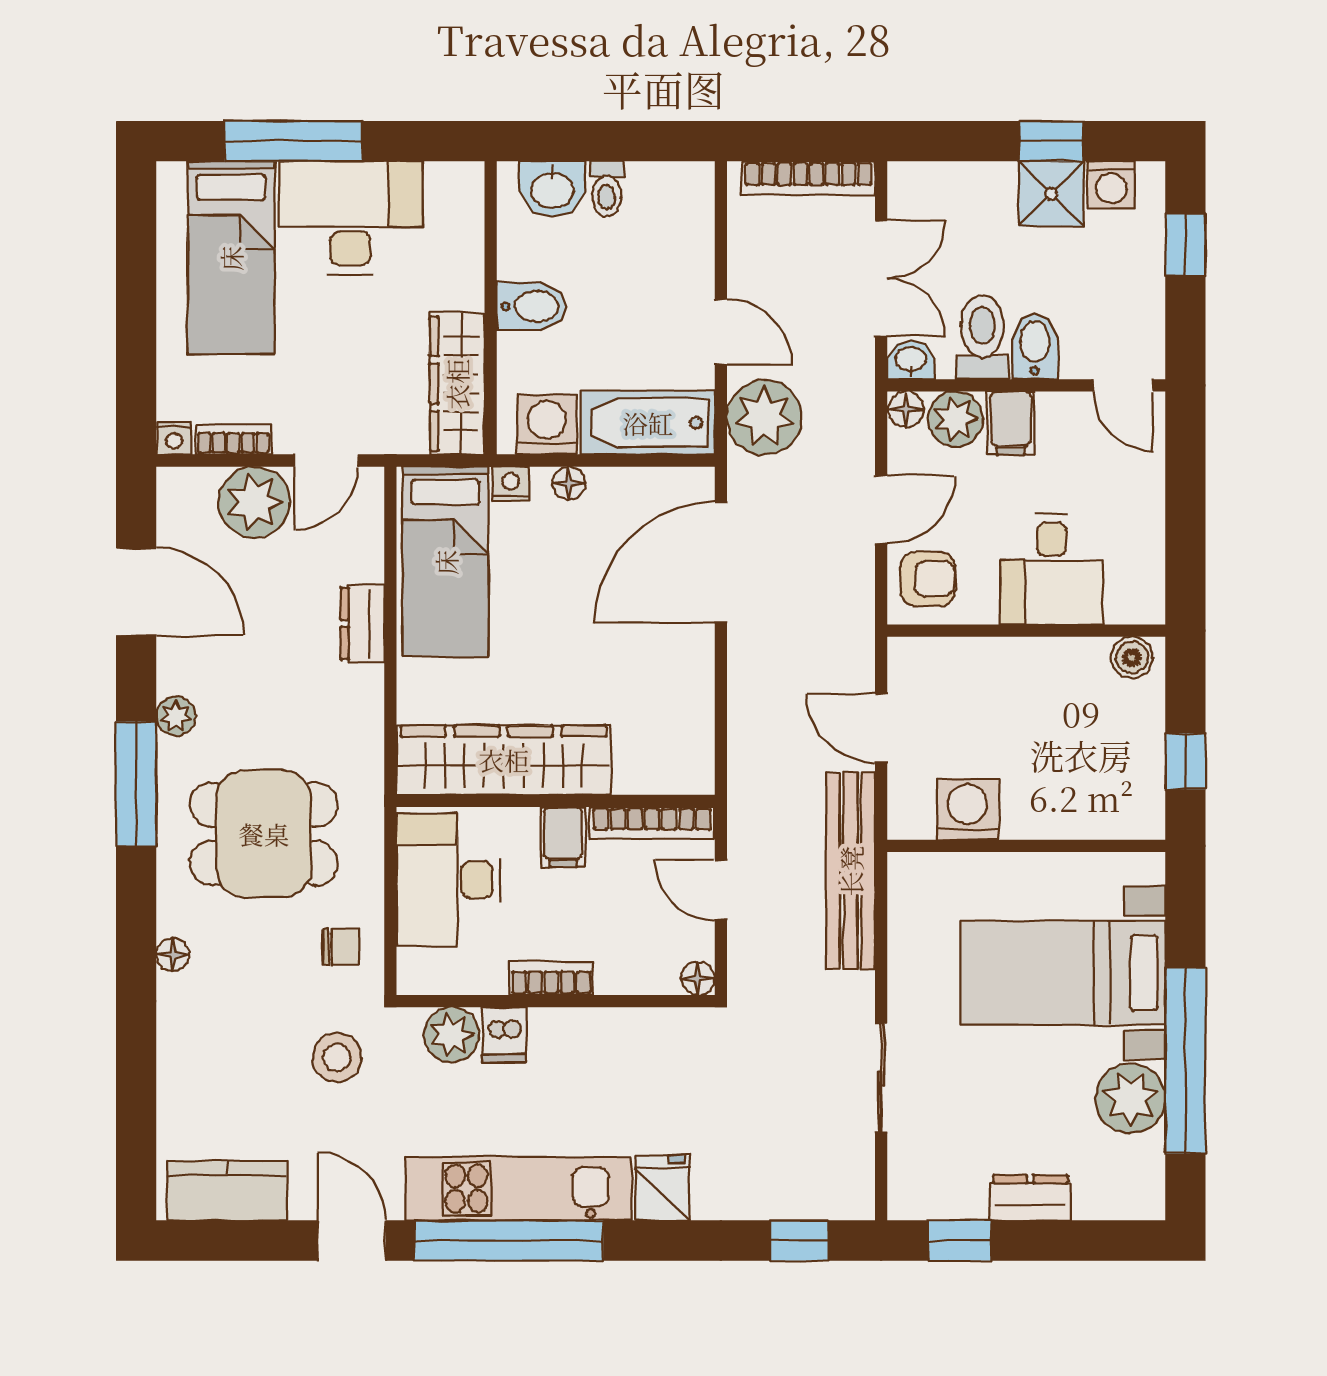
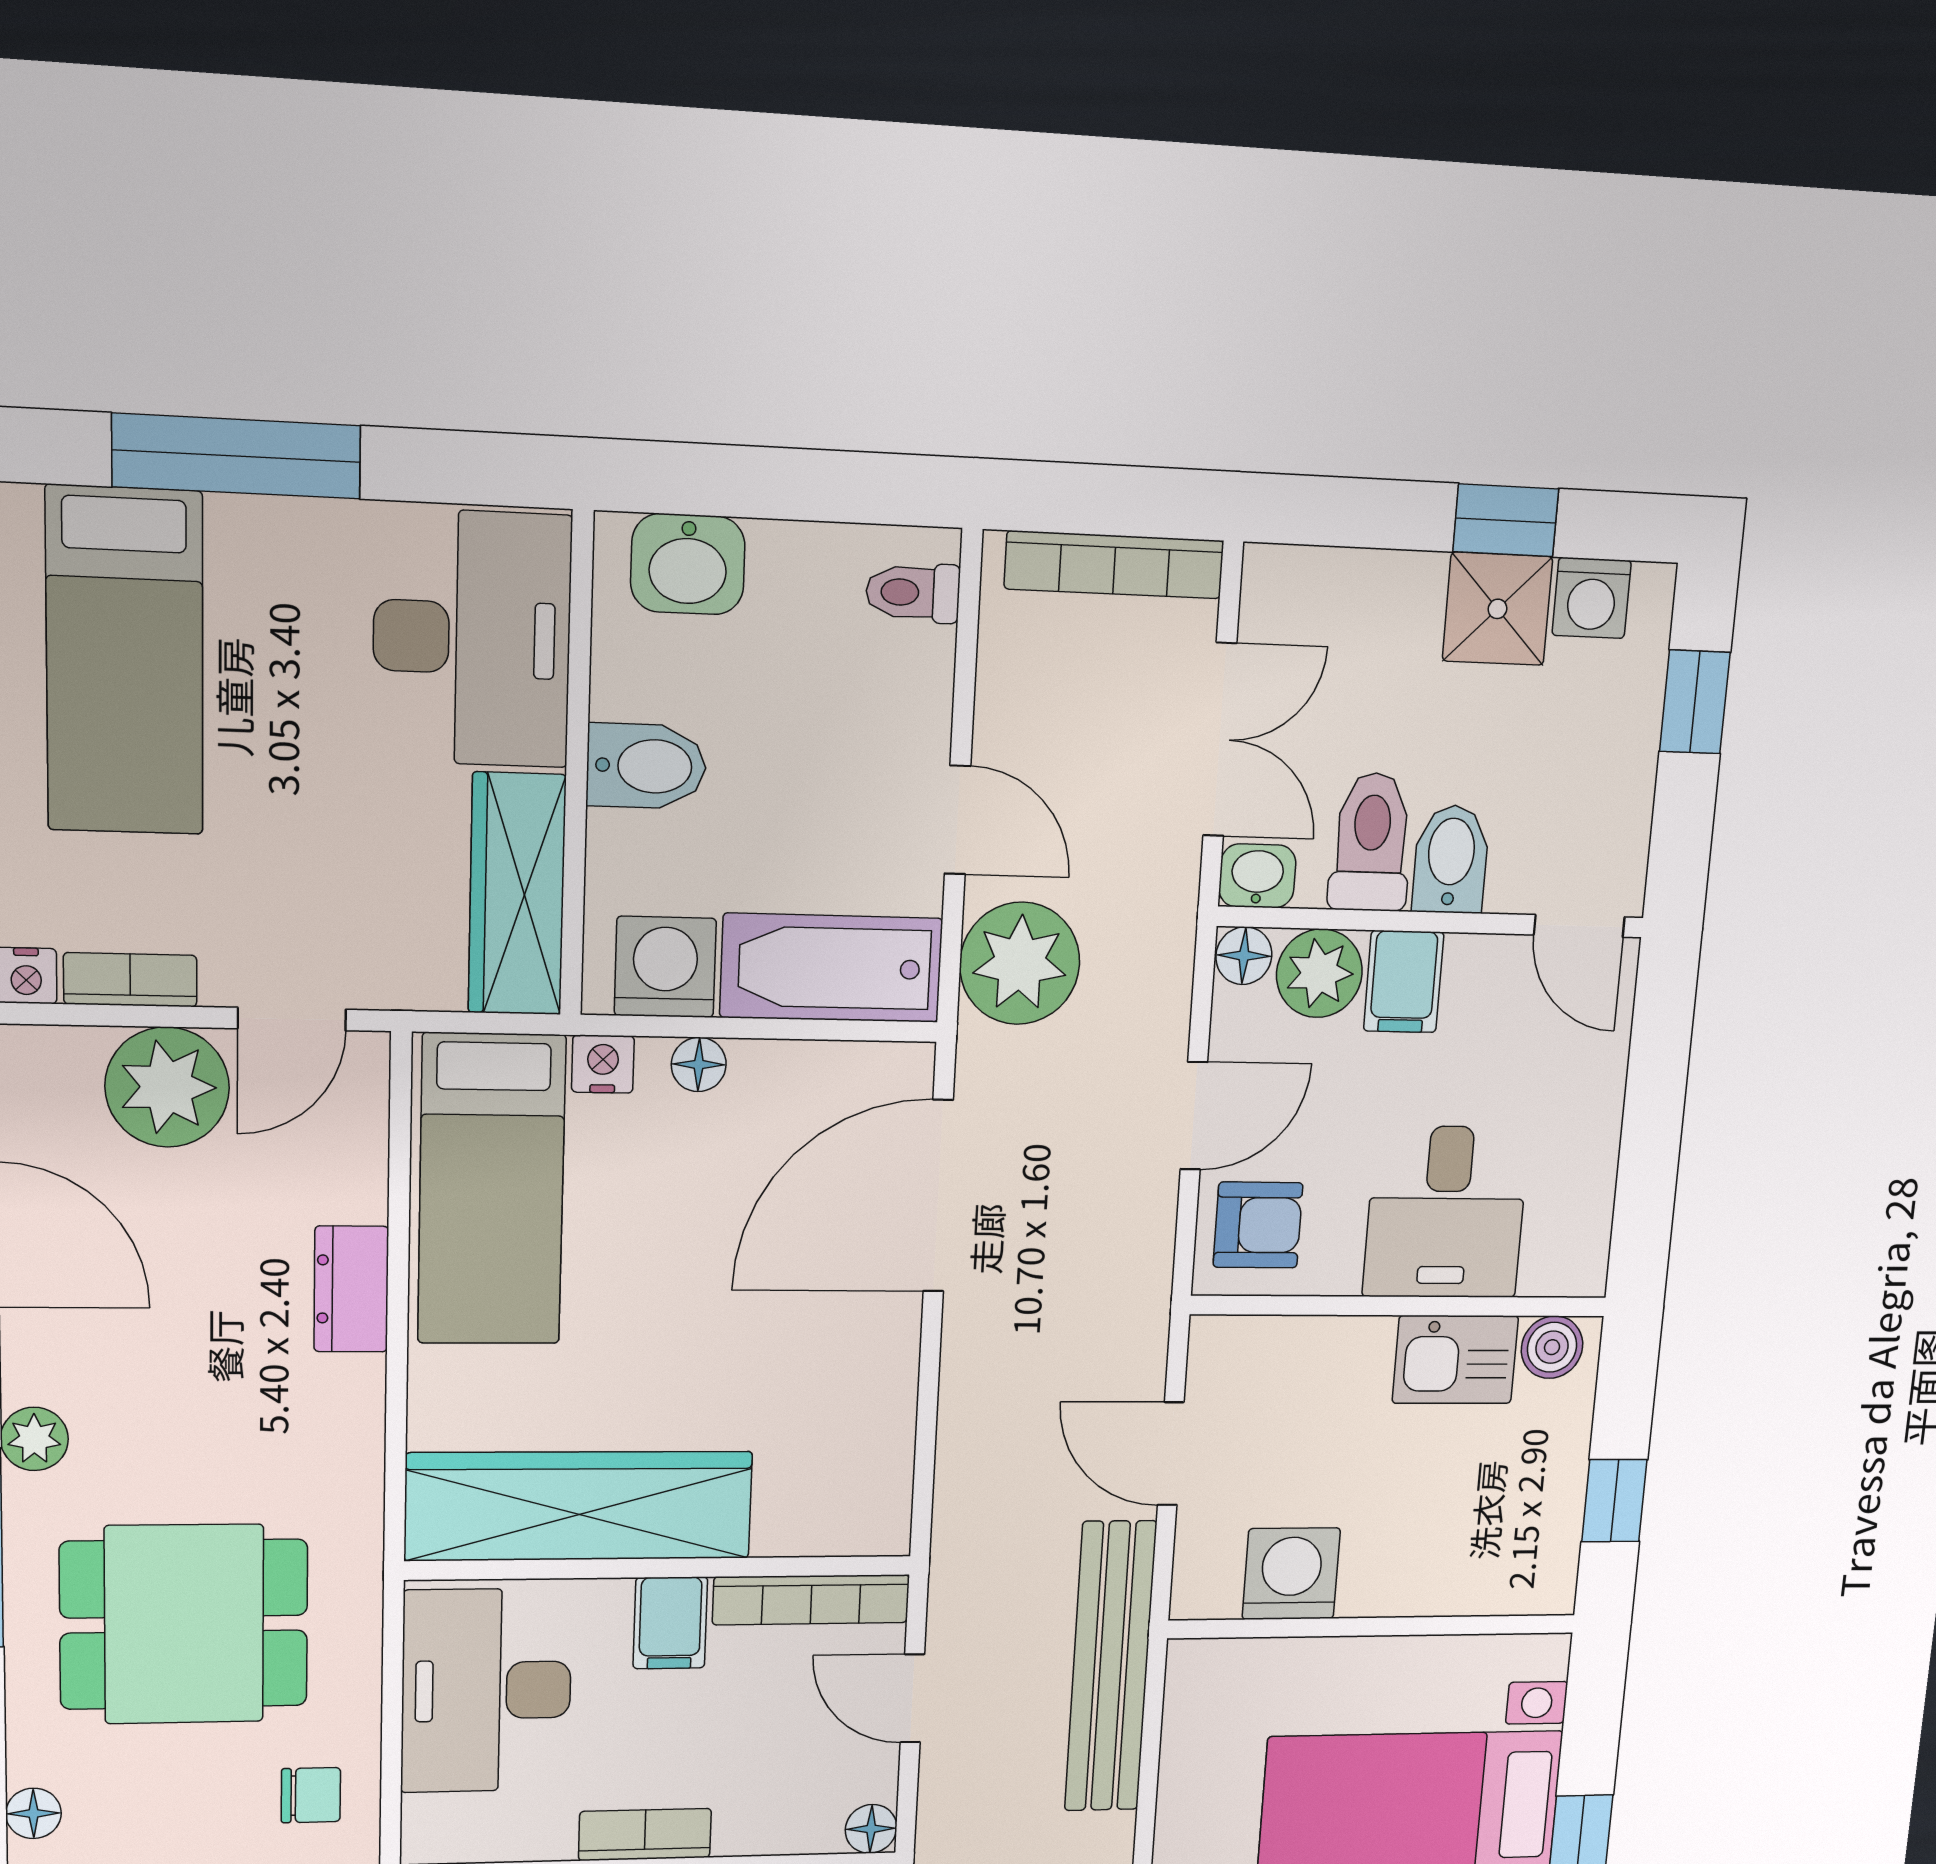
toilet: (607, 189) -> (913, 593), moved, turned 90
desk: (351, 218) -> (472, 638), moved, turned 90
kitchen sink: (1067, 666) -> (1455, 1360), added

